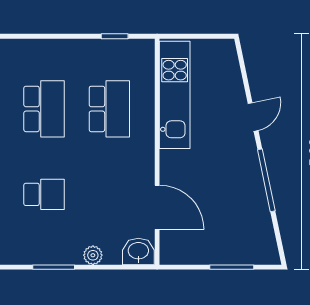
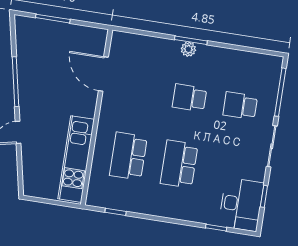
washbasin: (138, 251) -> (123, 42), removed
plant: (93, 255) -> (188, 49), moved

